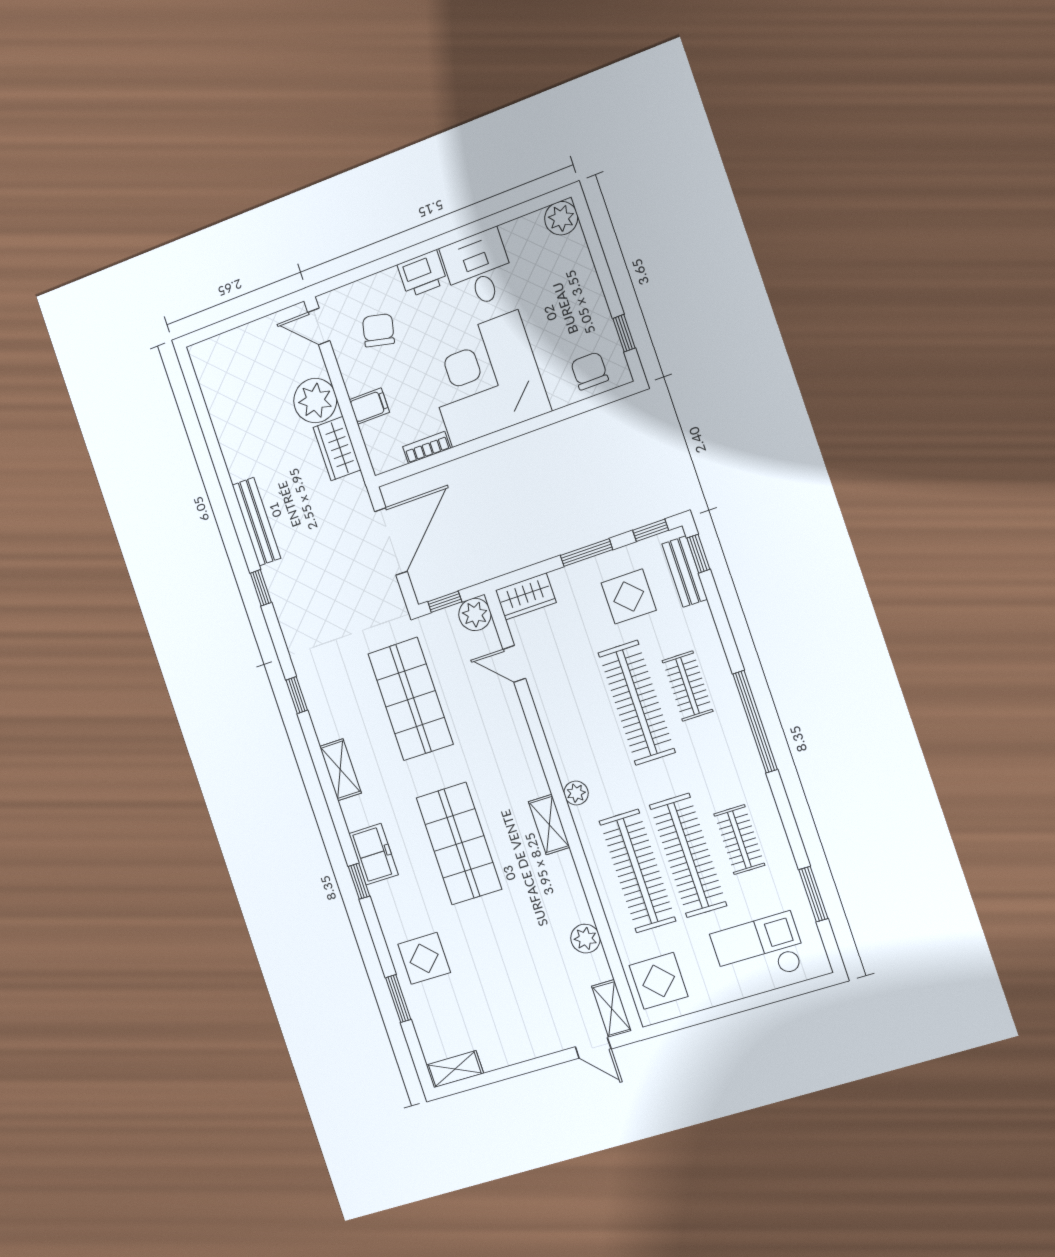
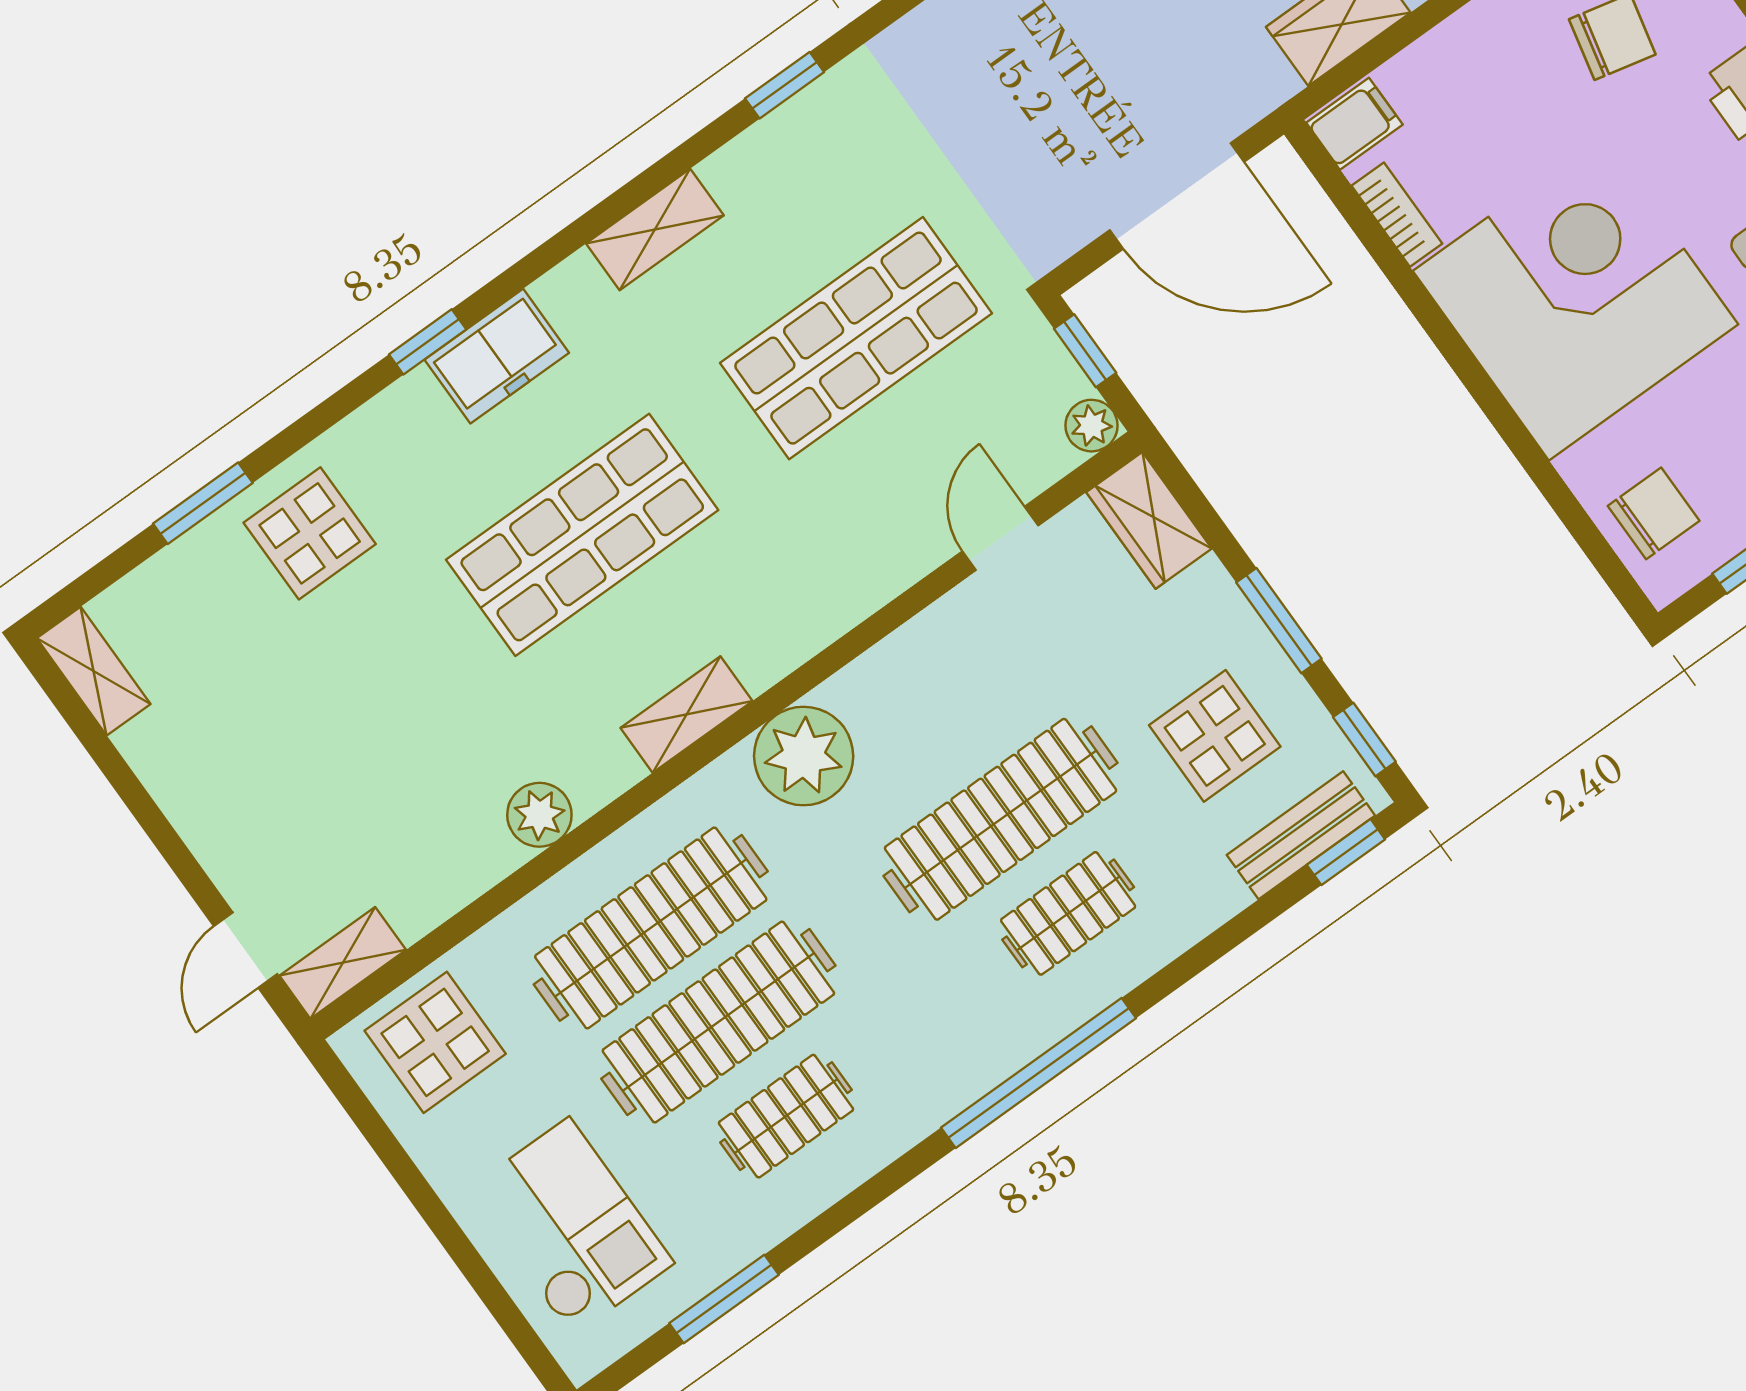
filing cabinet: (369, 406) -> (1354, 124), moved, turned -90
plant: (475, 614) -> (1092, 426), width x0.73, depth x0.73
plant: (576, 793) -> (804, 756), width x1.87, depth x1.87
plant: (585, 939) -> (539, 815), moved

